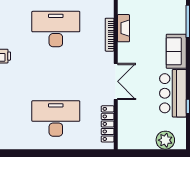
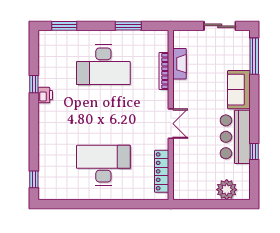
desk: (56, 29) -> (103, 65), turned 180
double door: (116, 81) -> (171, 124), width x0.73

